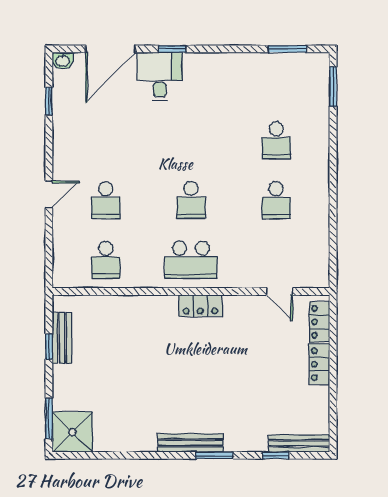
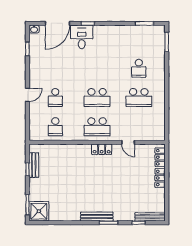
school desk: (191, 200) -> (97, 97), width x1.85
school desk: (276, 200) -> (139, 97), width x1.85
door: (280, 291) -> (128, 142), moved

